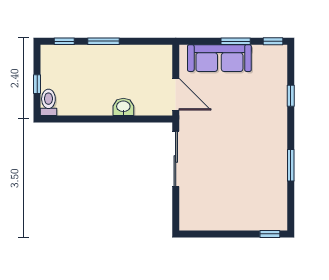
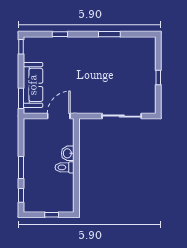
window: (236, 41) -> (21, 98), moved
toilet: (48, 102) -> (65, 167), moved
sliding door: (176, 159) -> (122, 116), moved
window: (270, 234) -> (158, 77), moved

